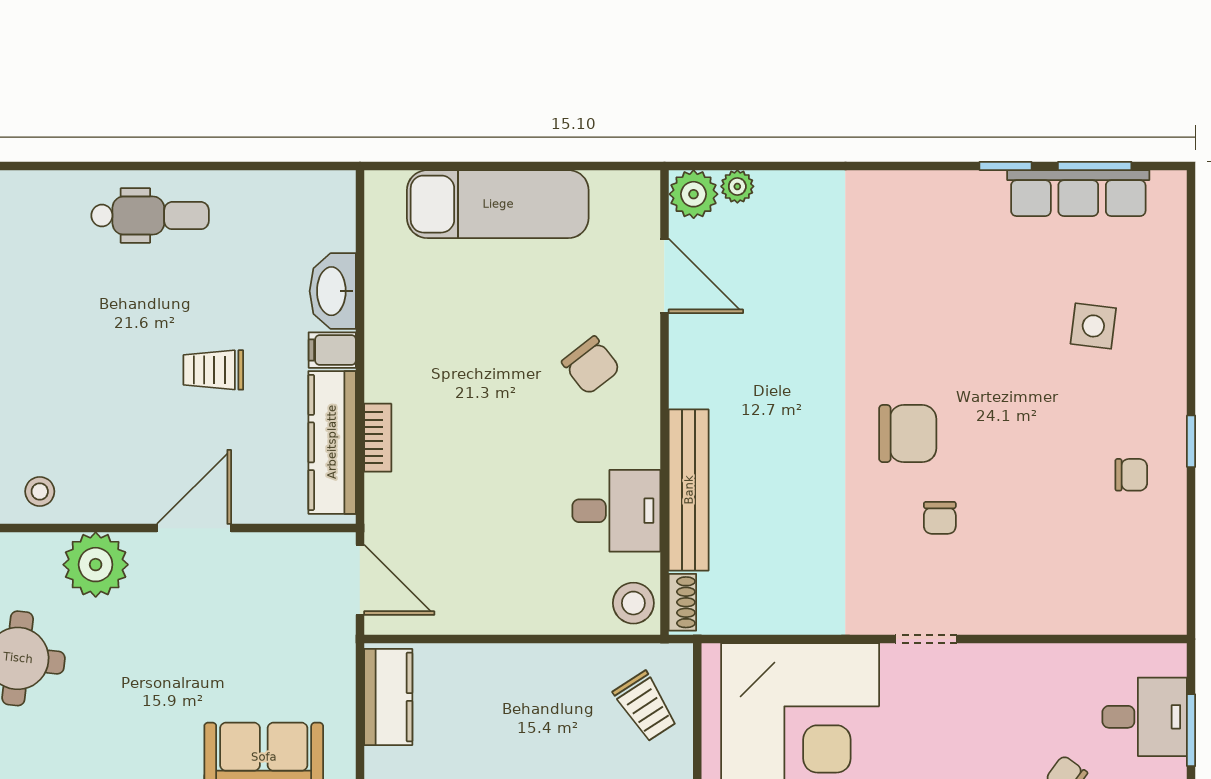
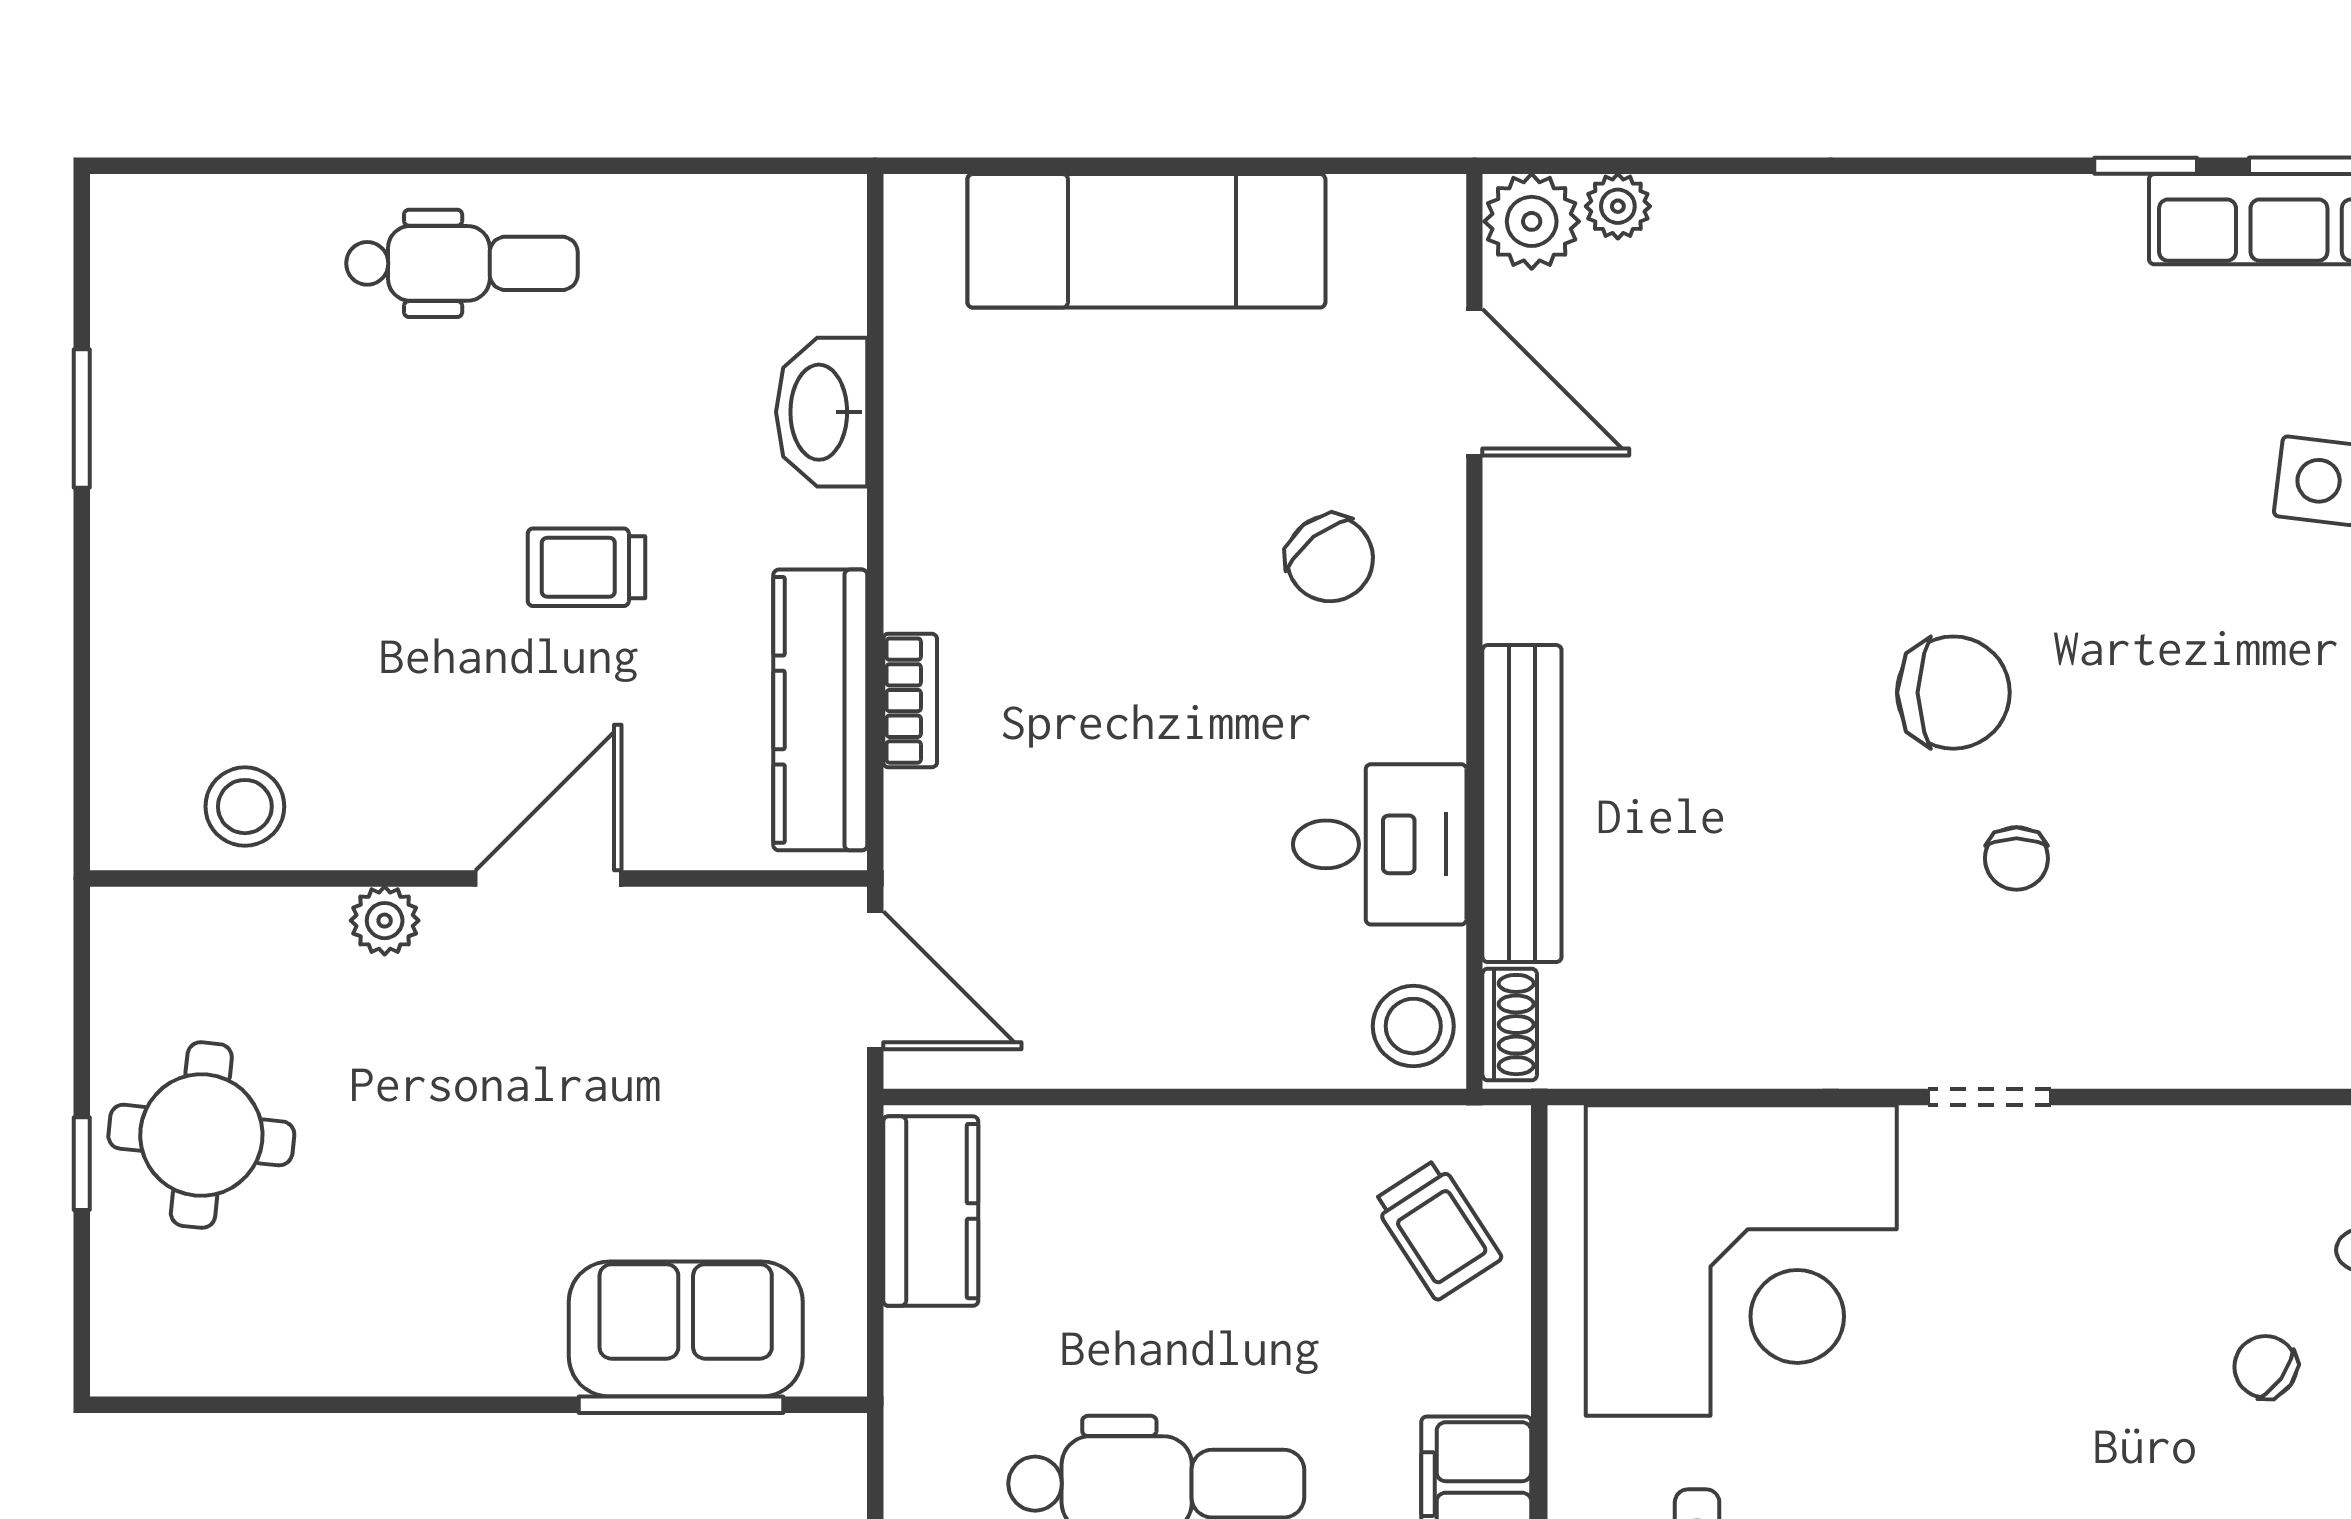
filing cabinet: (332, 350) -> (821, 528), removed
stool: (40, 491) -> (245, 807), width x1.37, depth x1.37
plant: (96, 565) -> (385, 921), width x0.53, depth x0.53

